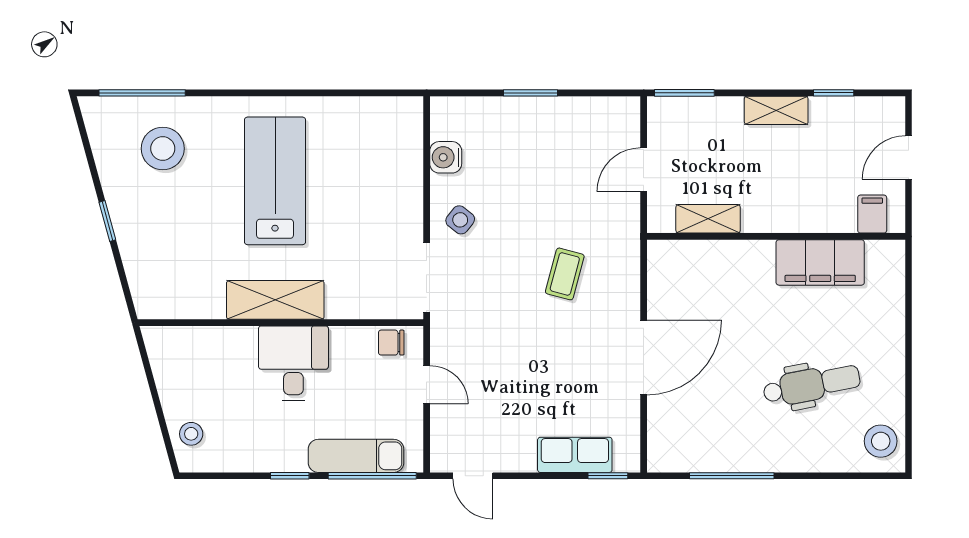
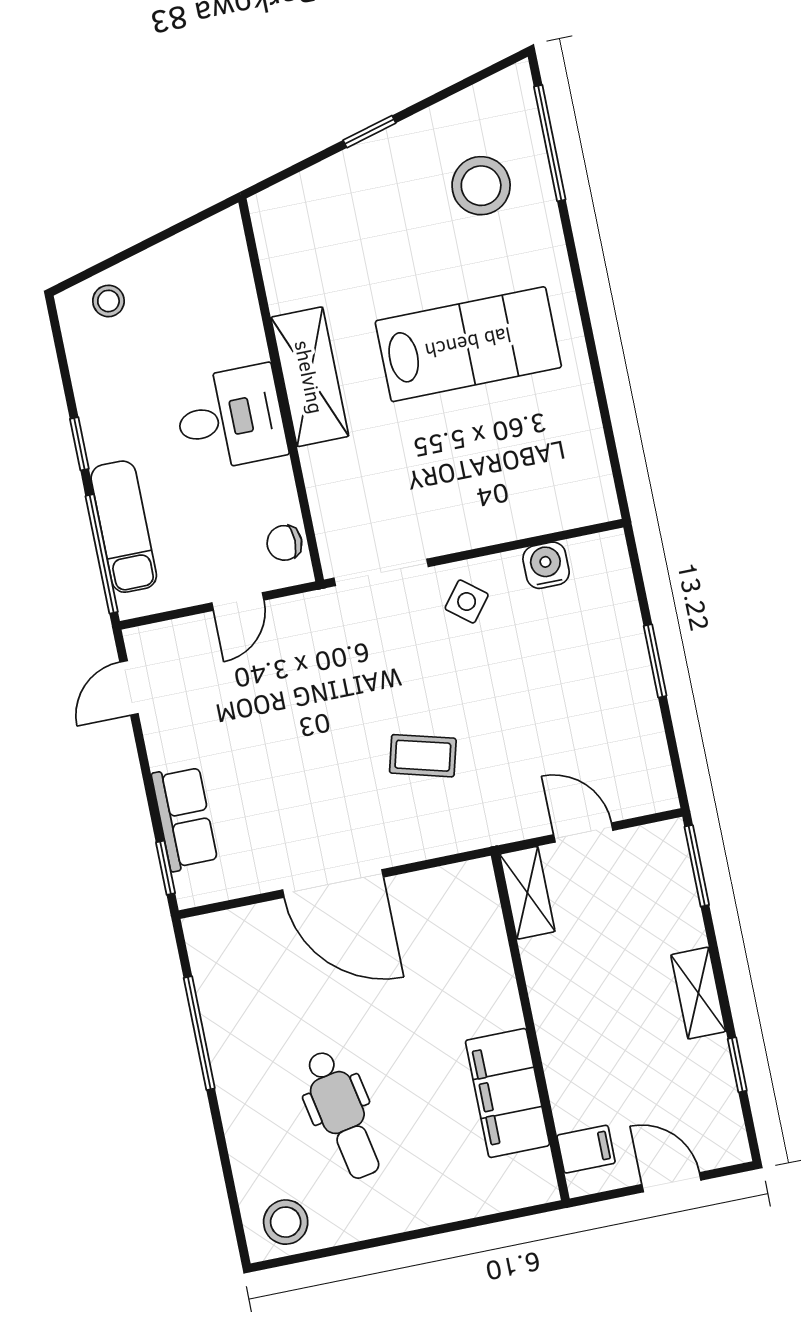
shelving: (708, 219) -> (527, 893), moved
chair: (391, 343) -> (284, 543), turned -90

